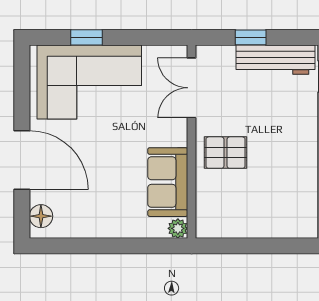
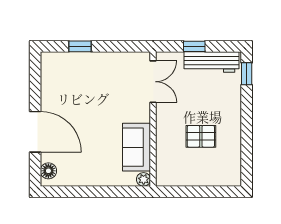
corner sofa: (89, 82) -> (82, 78), removed
double door: (192, 88) -> (153, 82), swing flipped
pallet: (225, 153) -> (201, 136), moved

